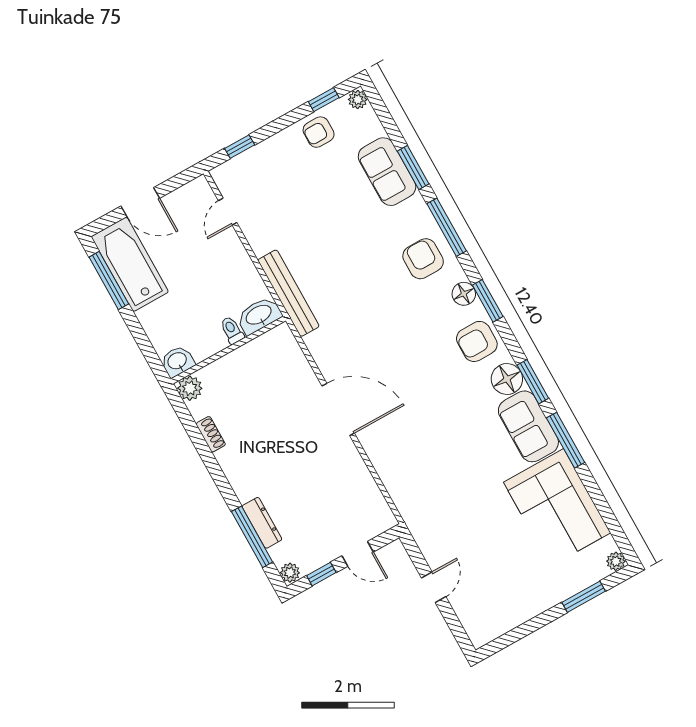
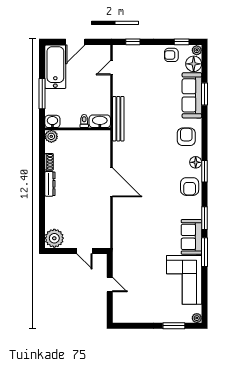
sofa: (387, 172) -> (192, 95), width x1.36
door: (140, 202) -> (75, 42), hinge flipped
window: (447, 227) -> (204, 129), removed
window: (109, 281) -> (42, 94), moved
armchair: (477, 341) -> (190, 187), turned -90
floor lamp: (507, 379) -> (194, 64), moved
dresser: (262, 523) -> (50, 184), moved
window: (252, 537) -> (42, 217), removed
plant: (290, 573) -> (54, 238), width x1.87, depth x1.87
window: (321, 574) -> (63, 251), removed
door: (434, 587) -> (110, 285), hinge flipped

